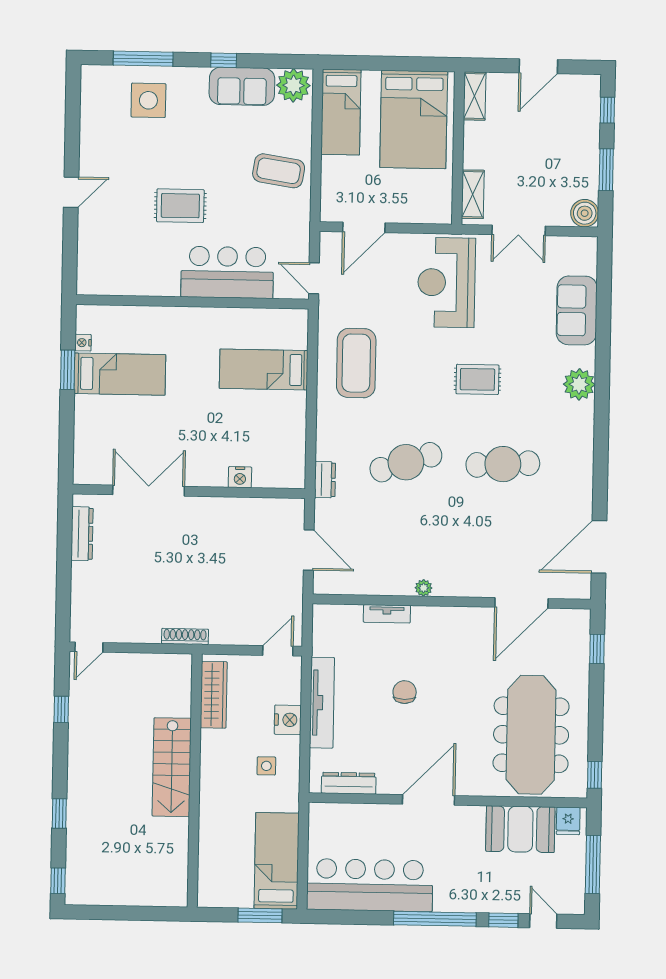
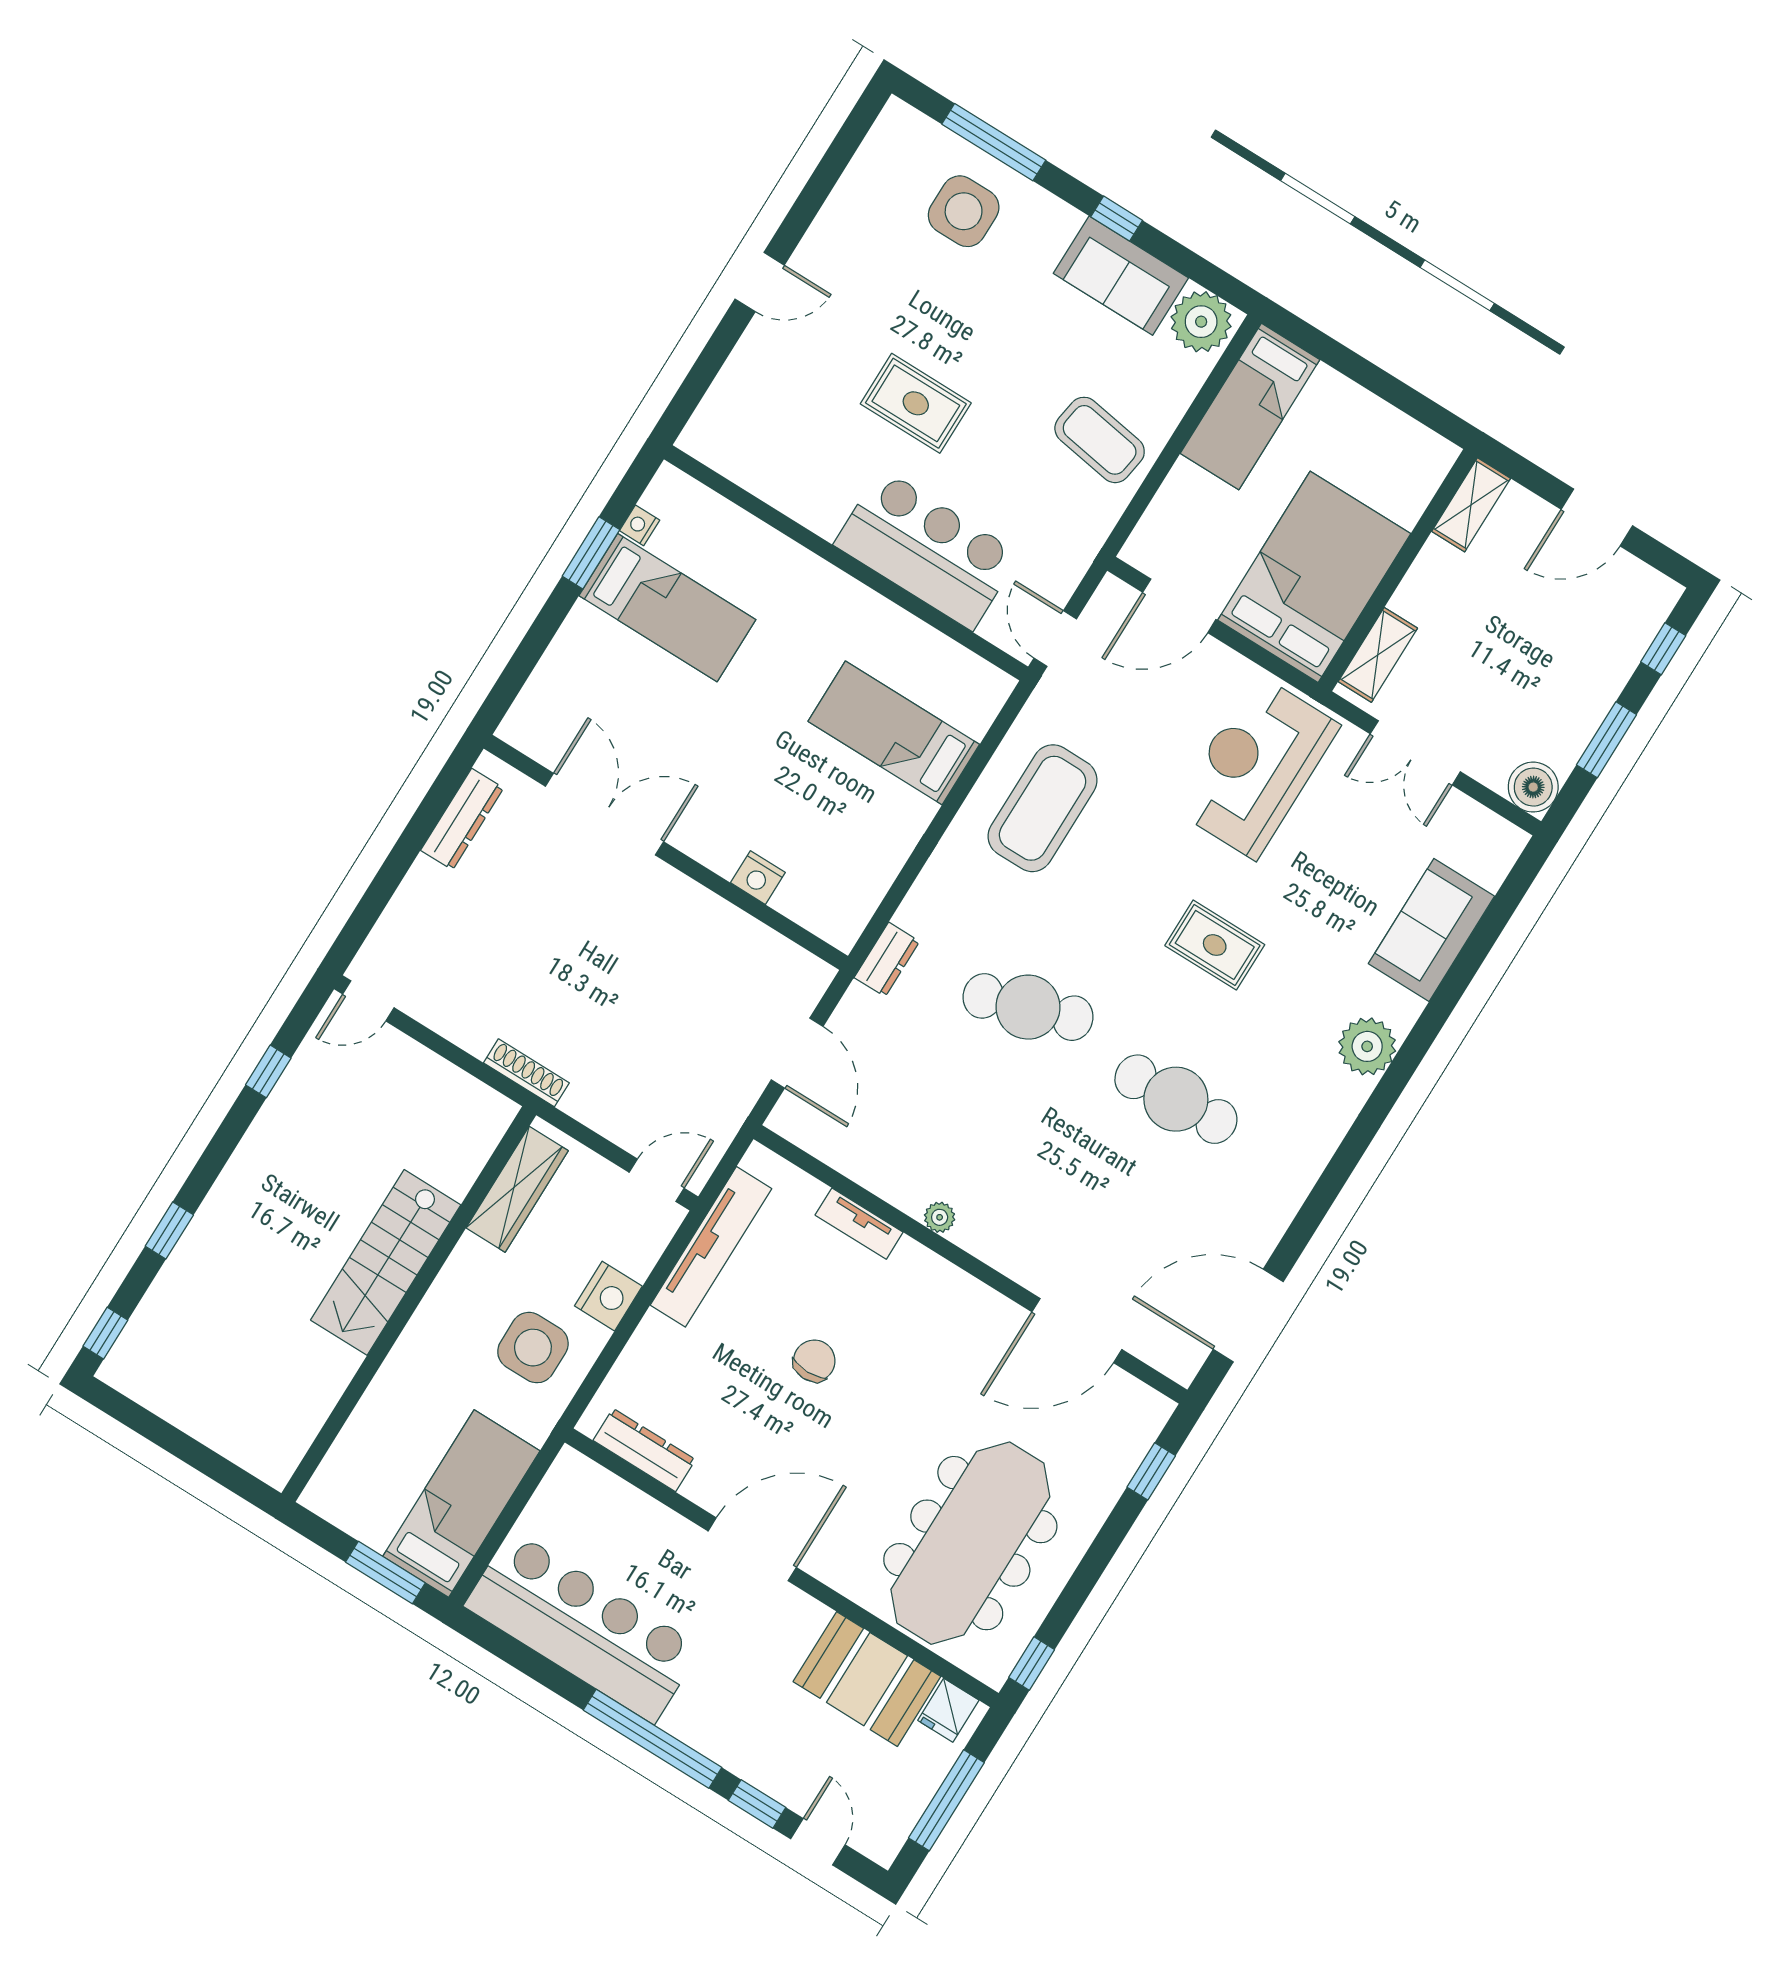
bed: (414, 120) -> (1314, 577), moved, turned 180
tv unit: (322, 703) -> (711, 1247), moved
side table: (266, 766) -> (533, 1348), width x1.87, depth x1.87

